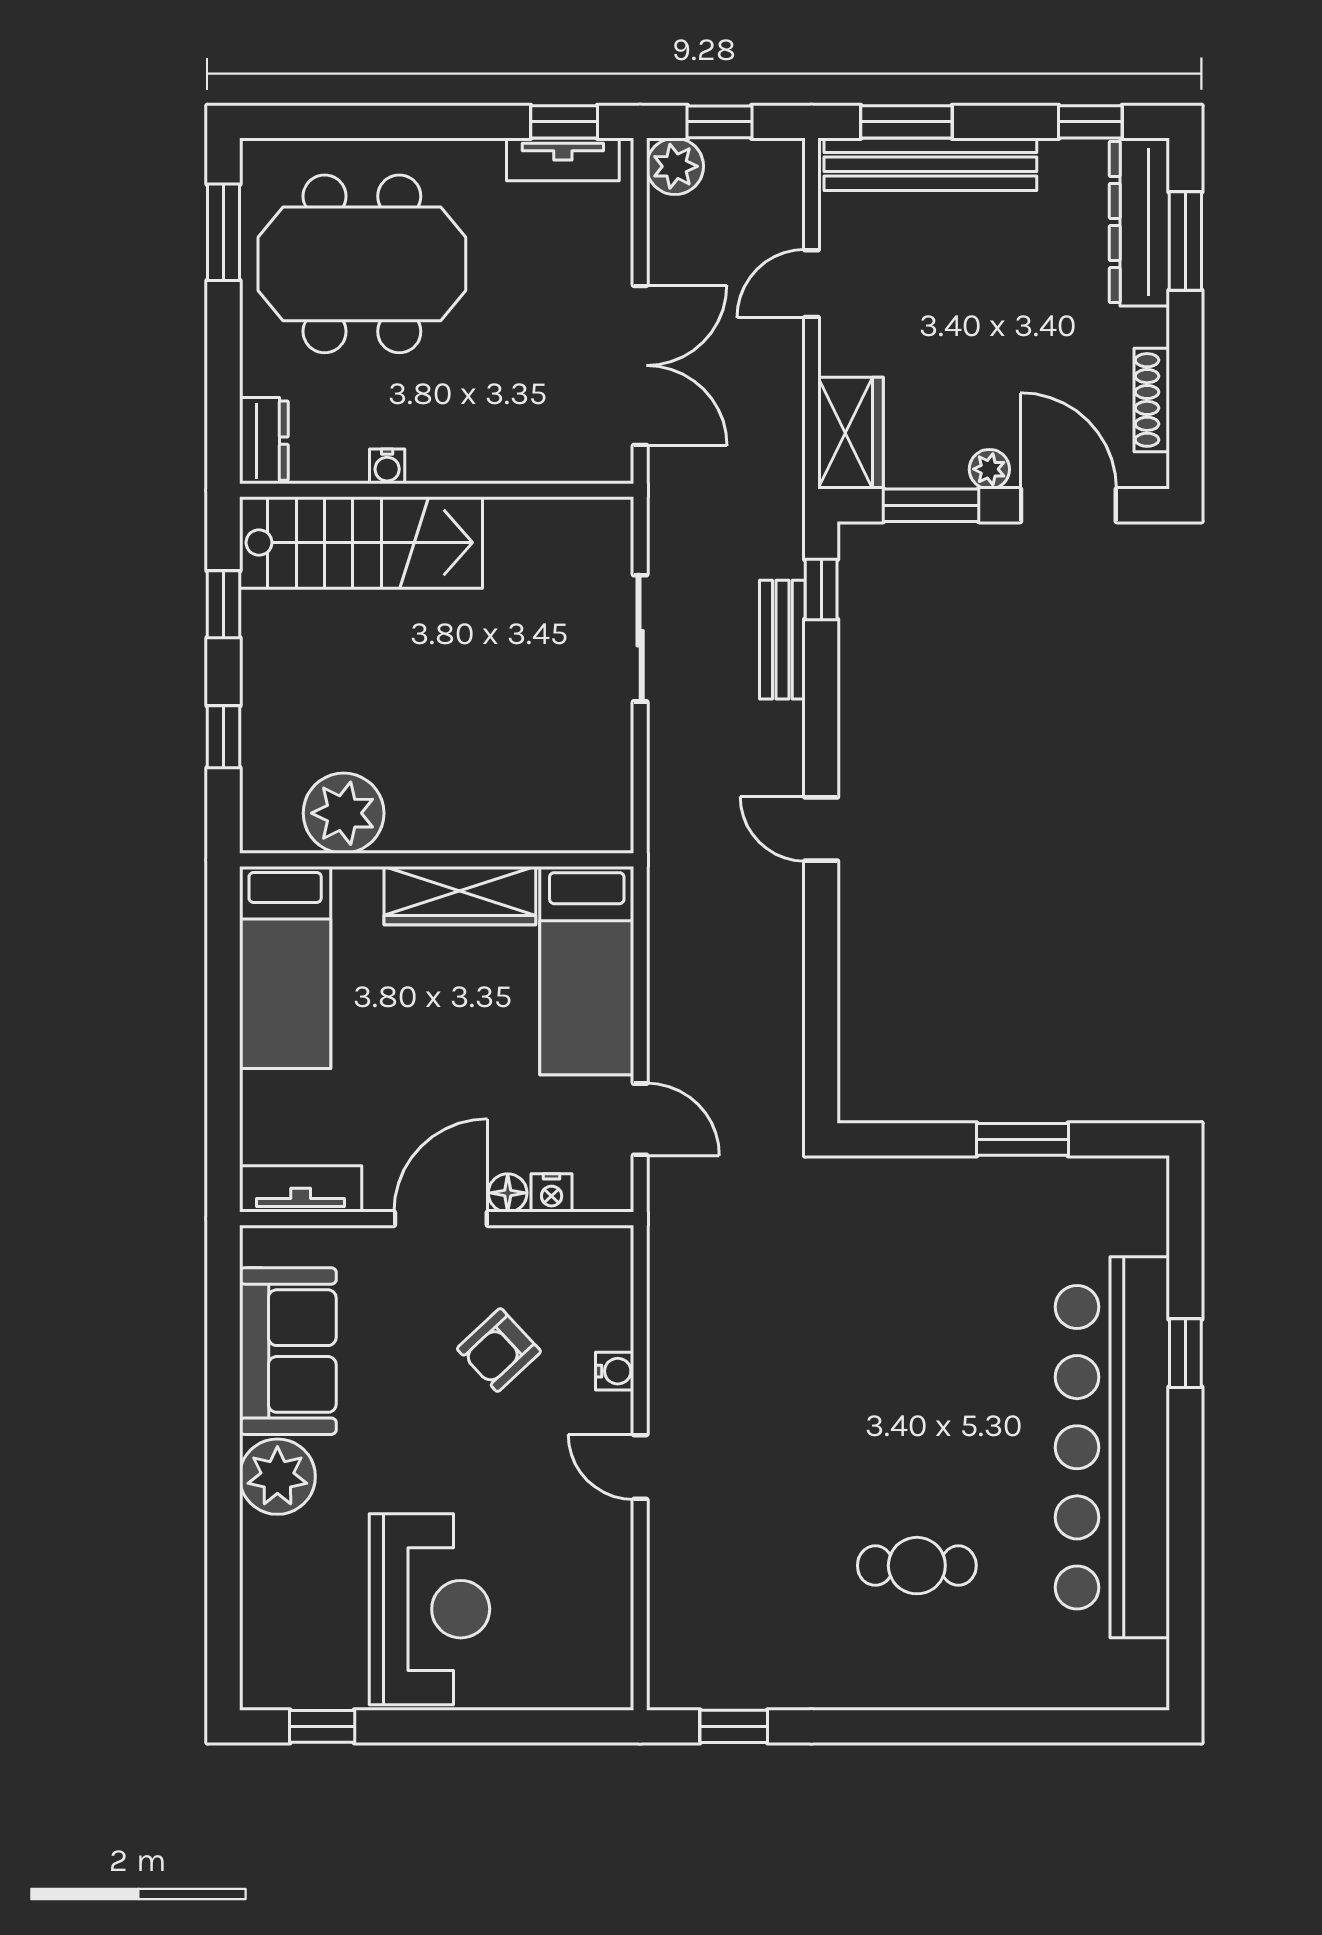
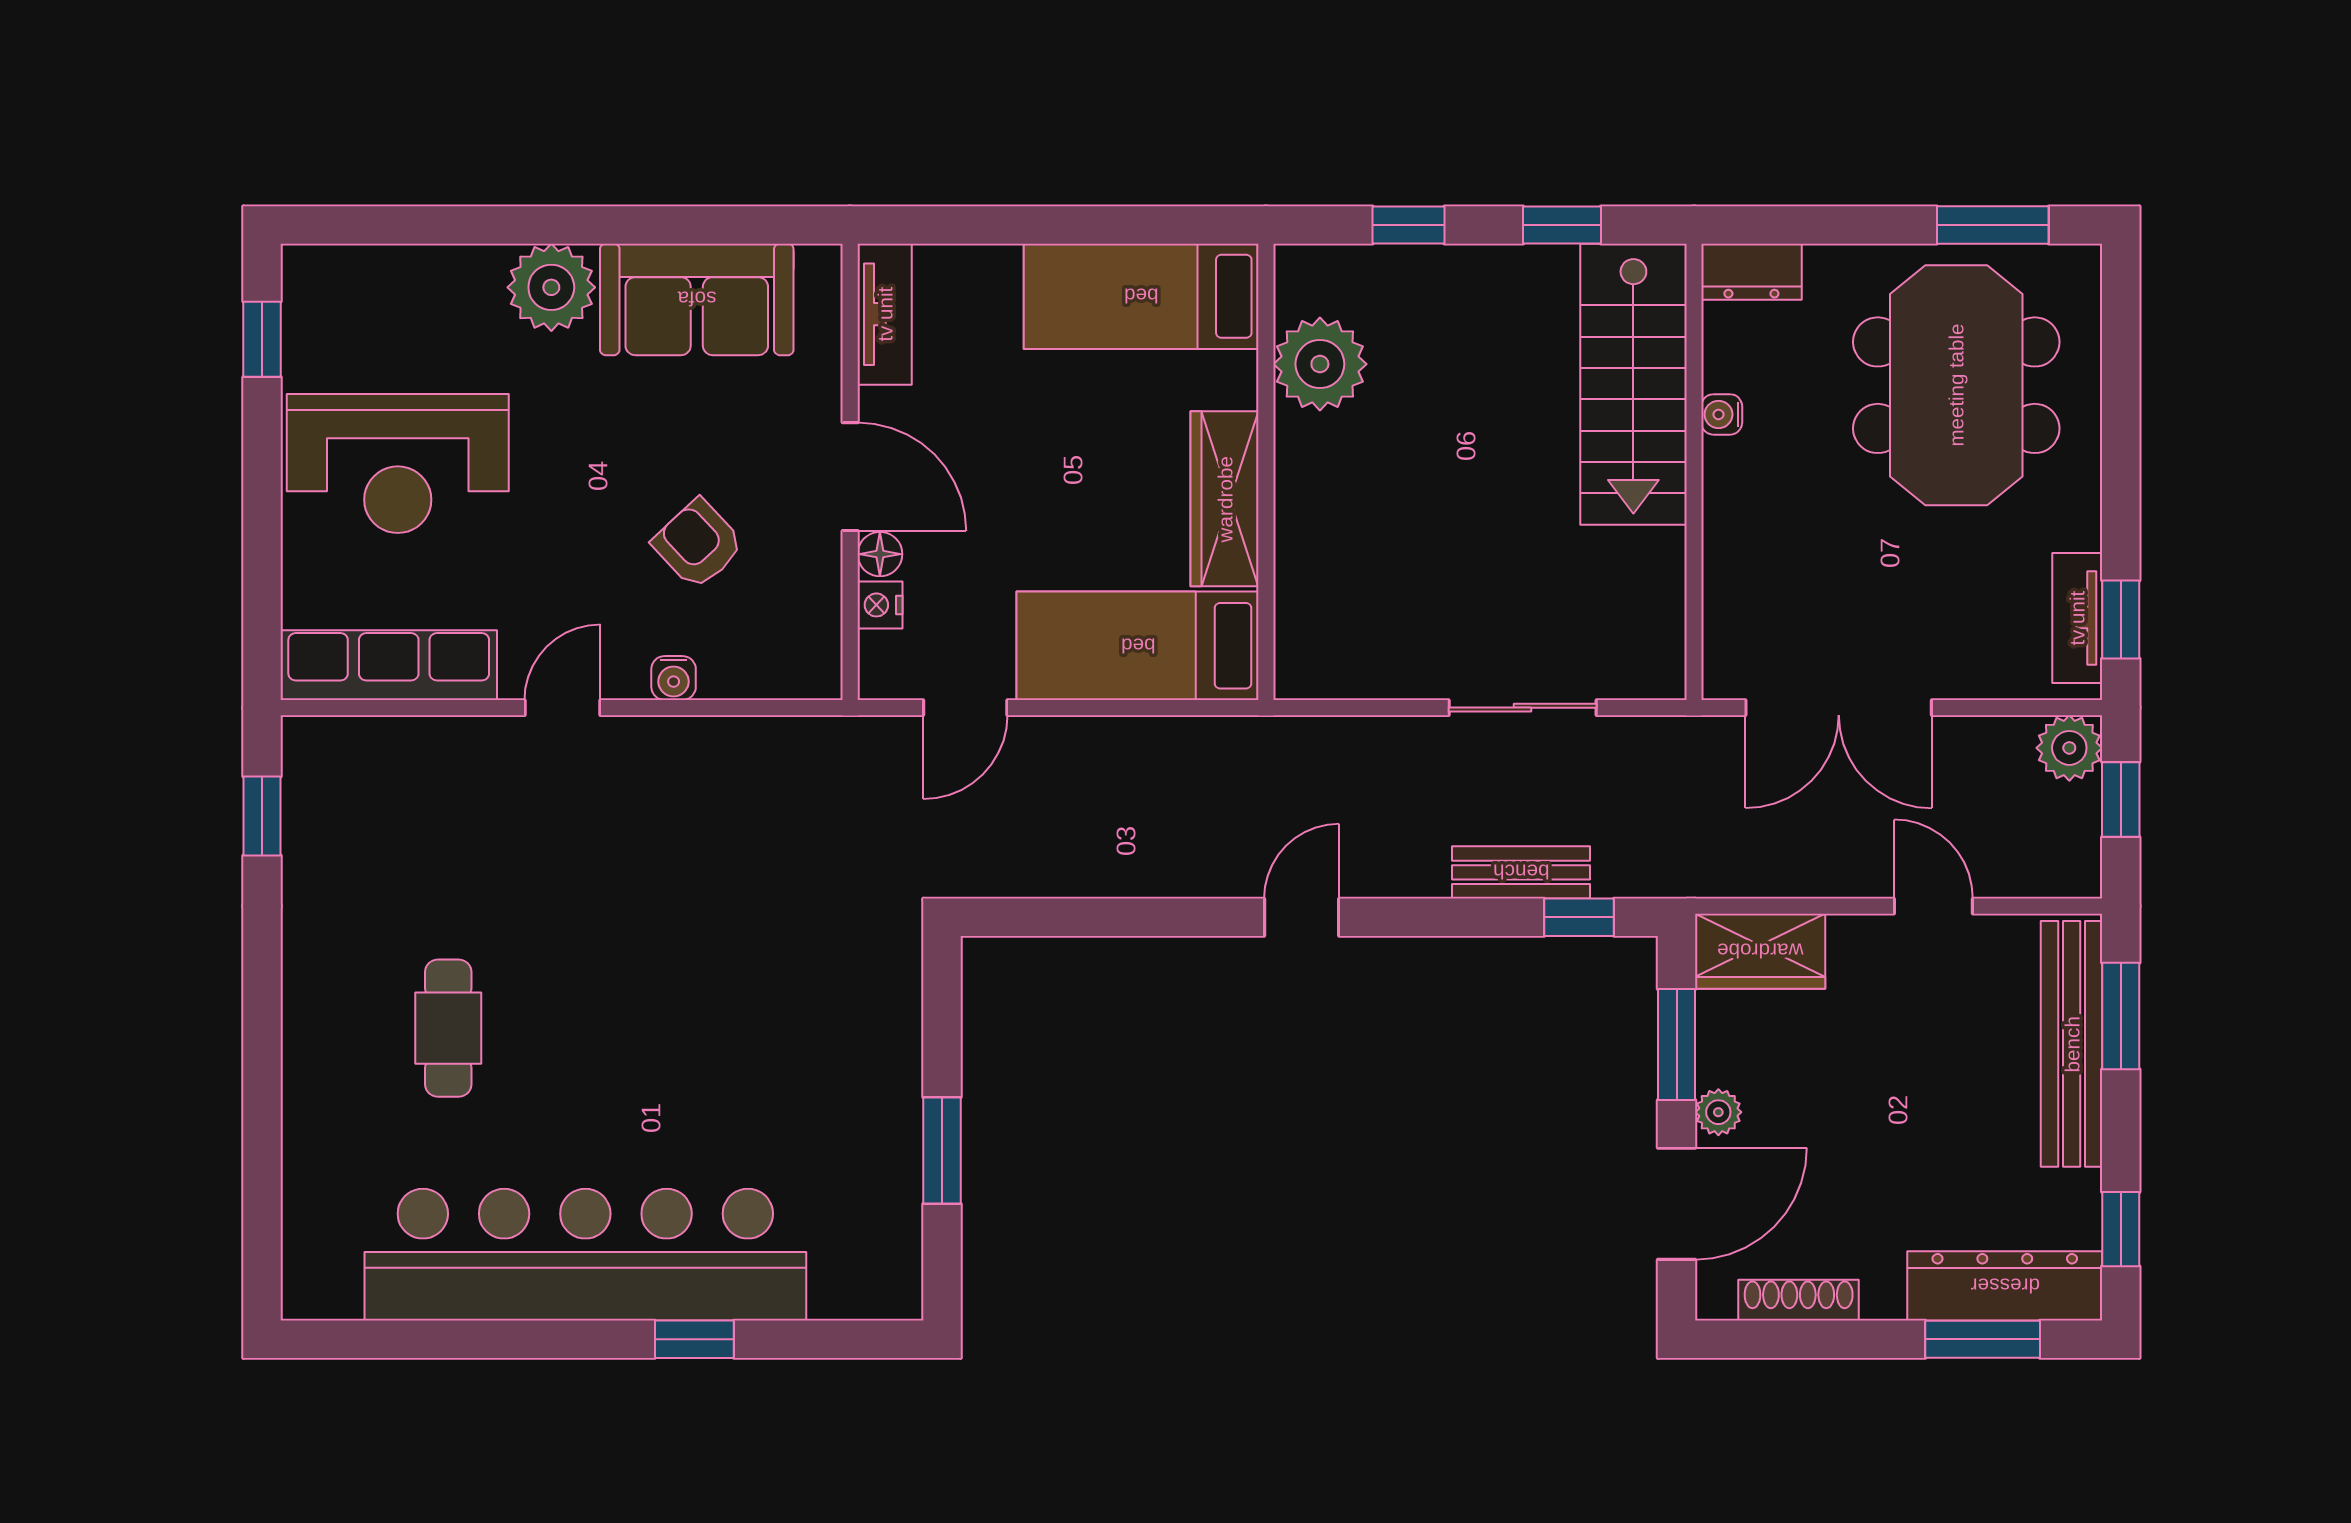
row of seats: (604, 1617) -> (389, 665), added

